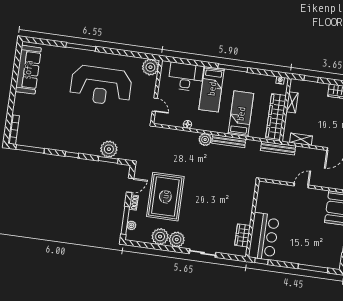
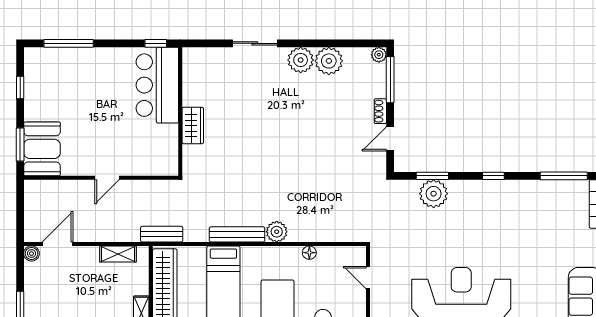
bench: (278, 148) -> (162, 234), width x0.73
rug: (165, 197) -> (329, 128), removed
plant: (131, 225) -> (379, 55), moved
wardrobe: (243, 235) -> (193, 126), moved

